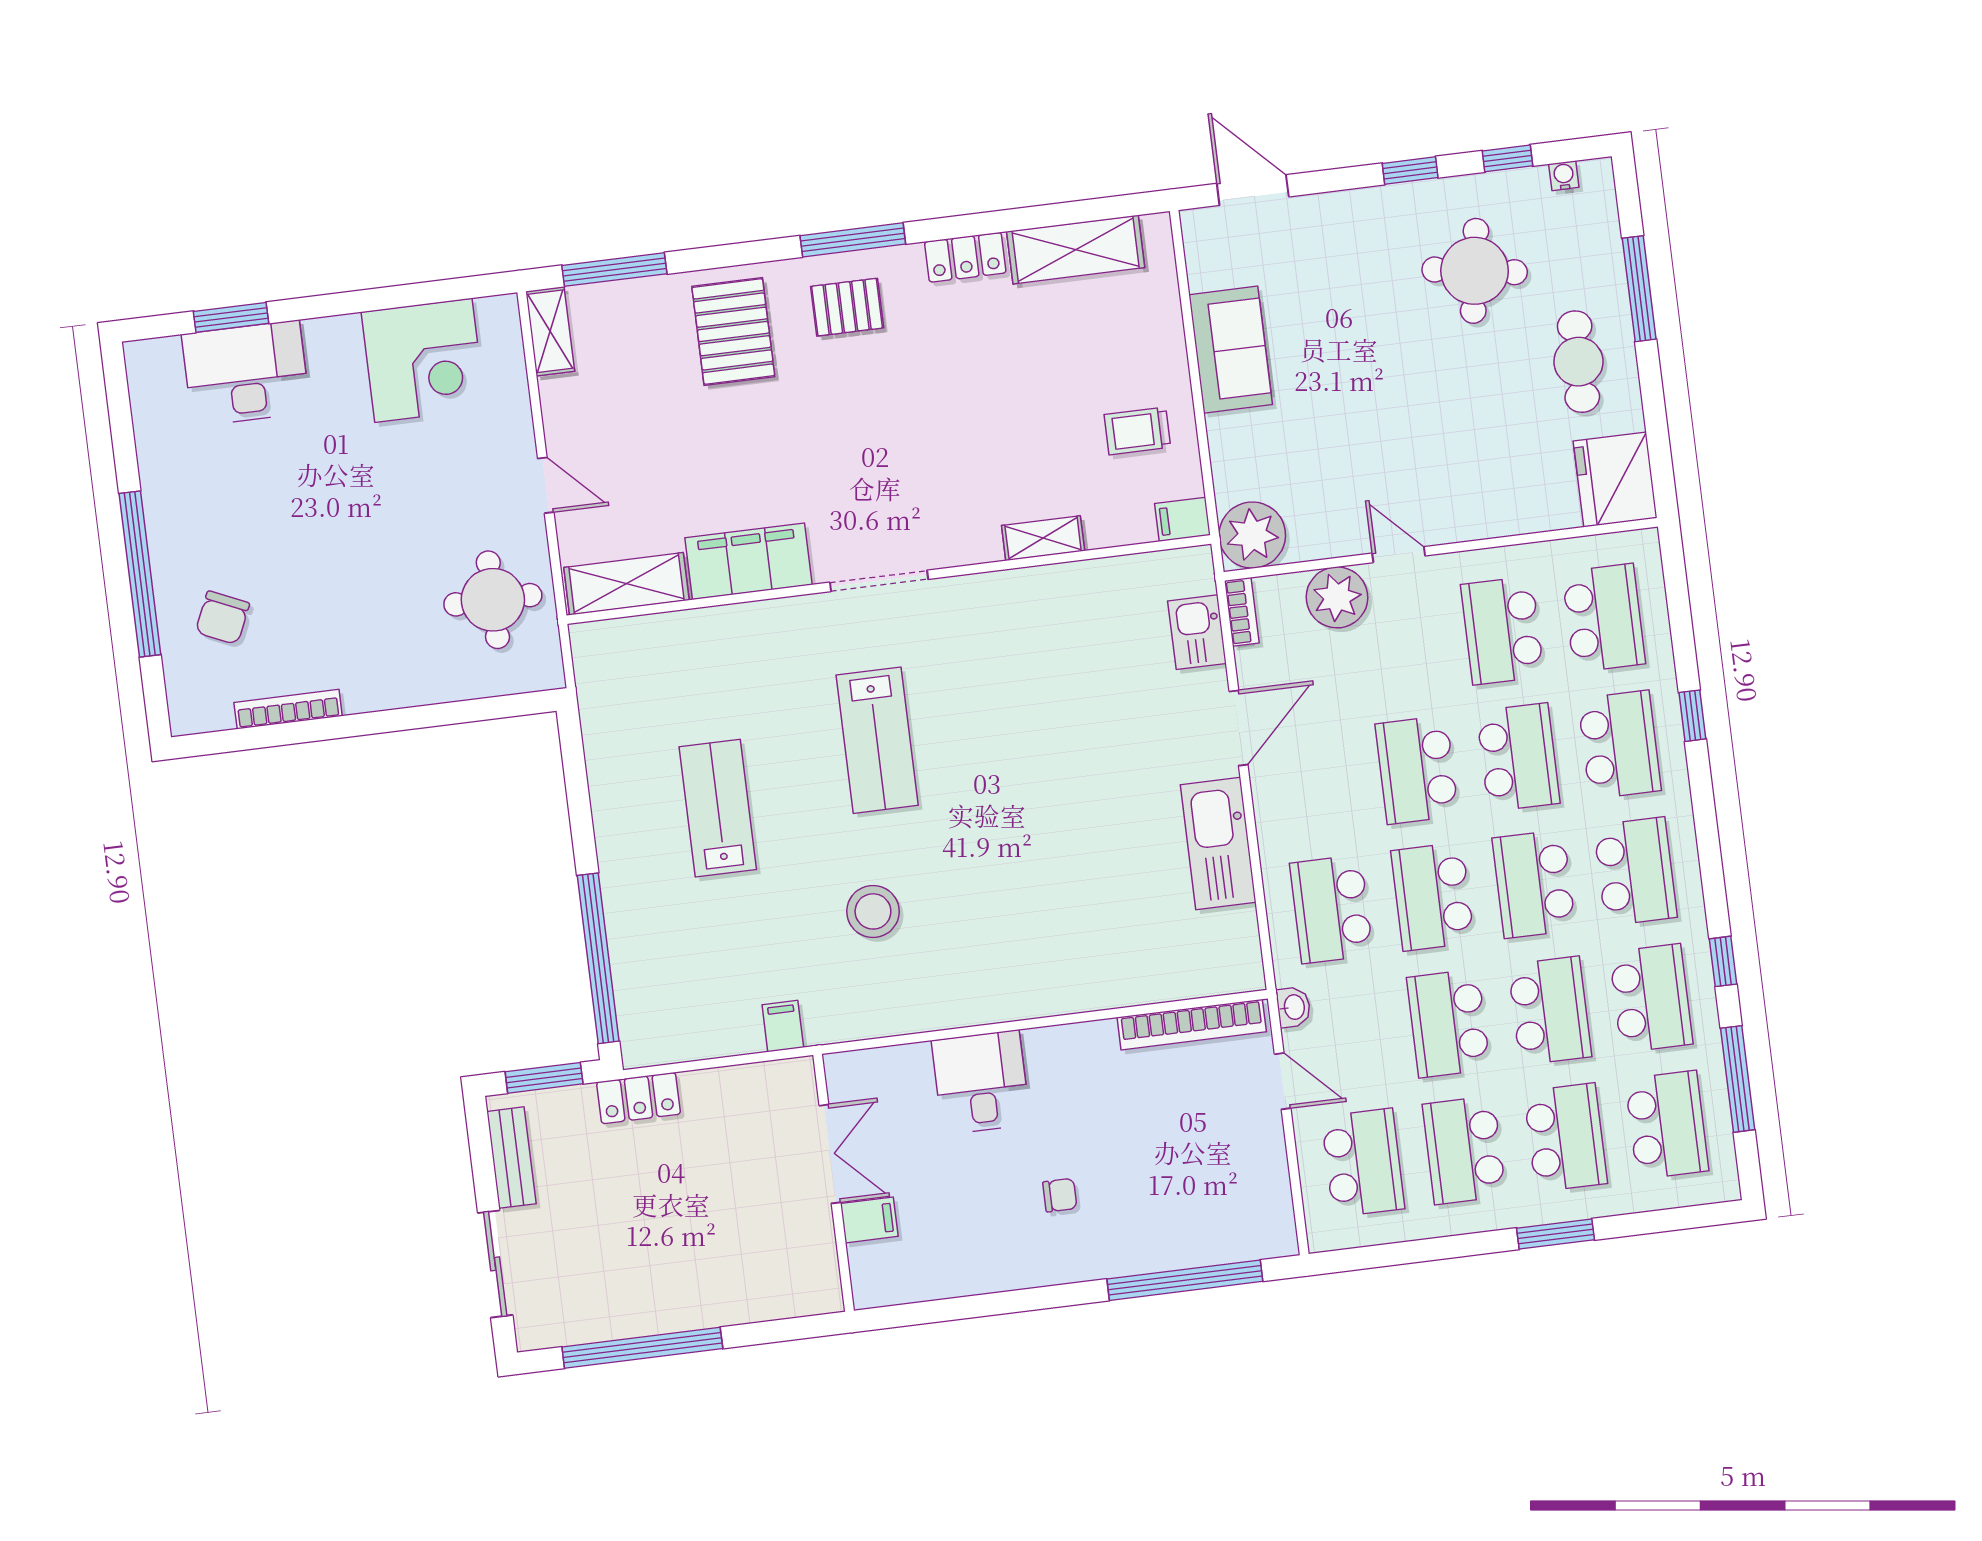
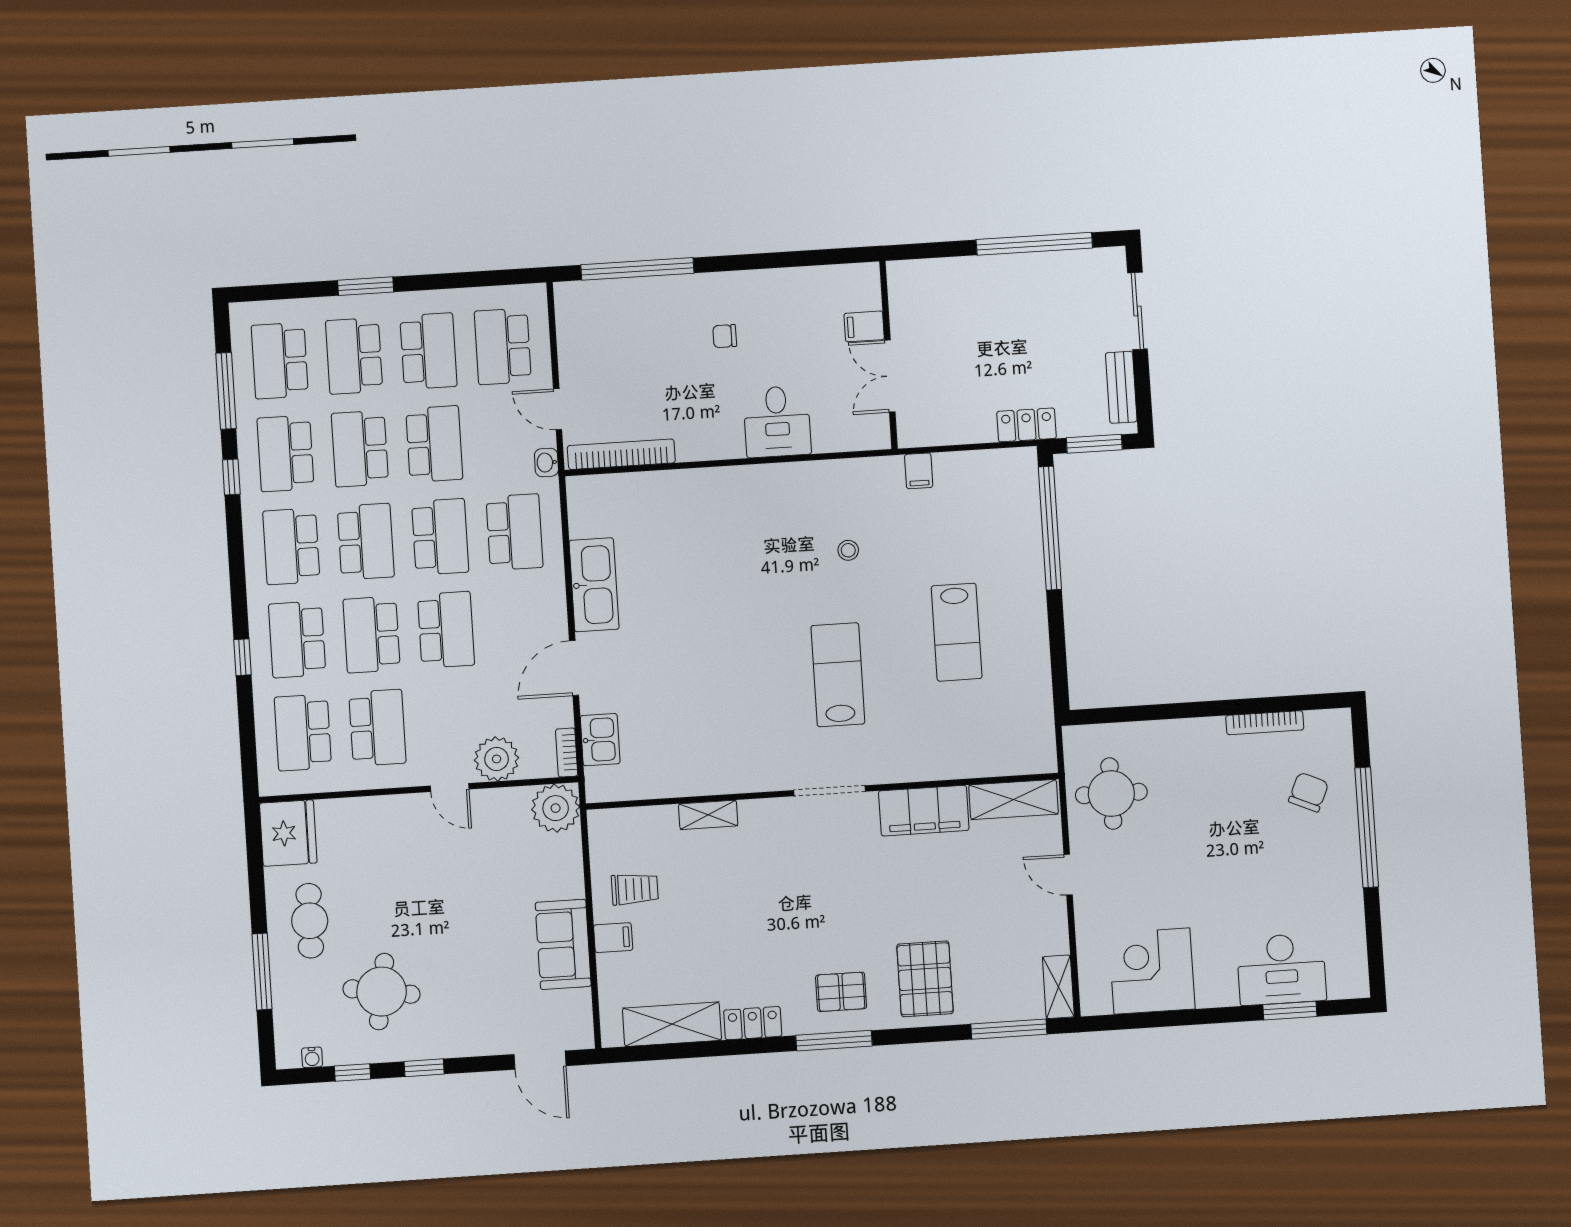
filing cabinet: (1182, 519) -> (613, 938), moved
stool: (873, 911) -> (848, 550), width x0.53, depth x0.53

